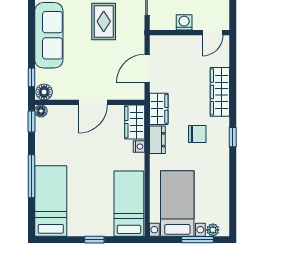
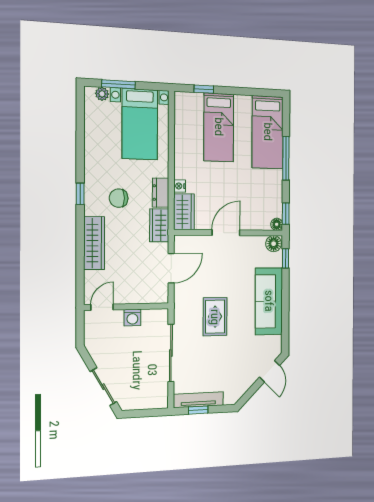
bed: (129, 204) -> (219, 127), moved
window: (94, 240) -> (204, 89), moved

